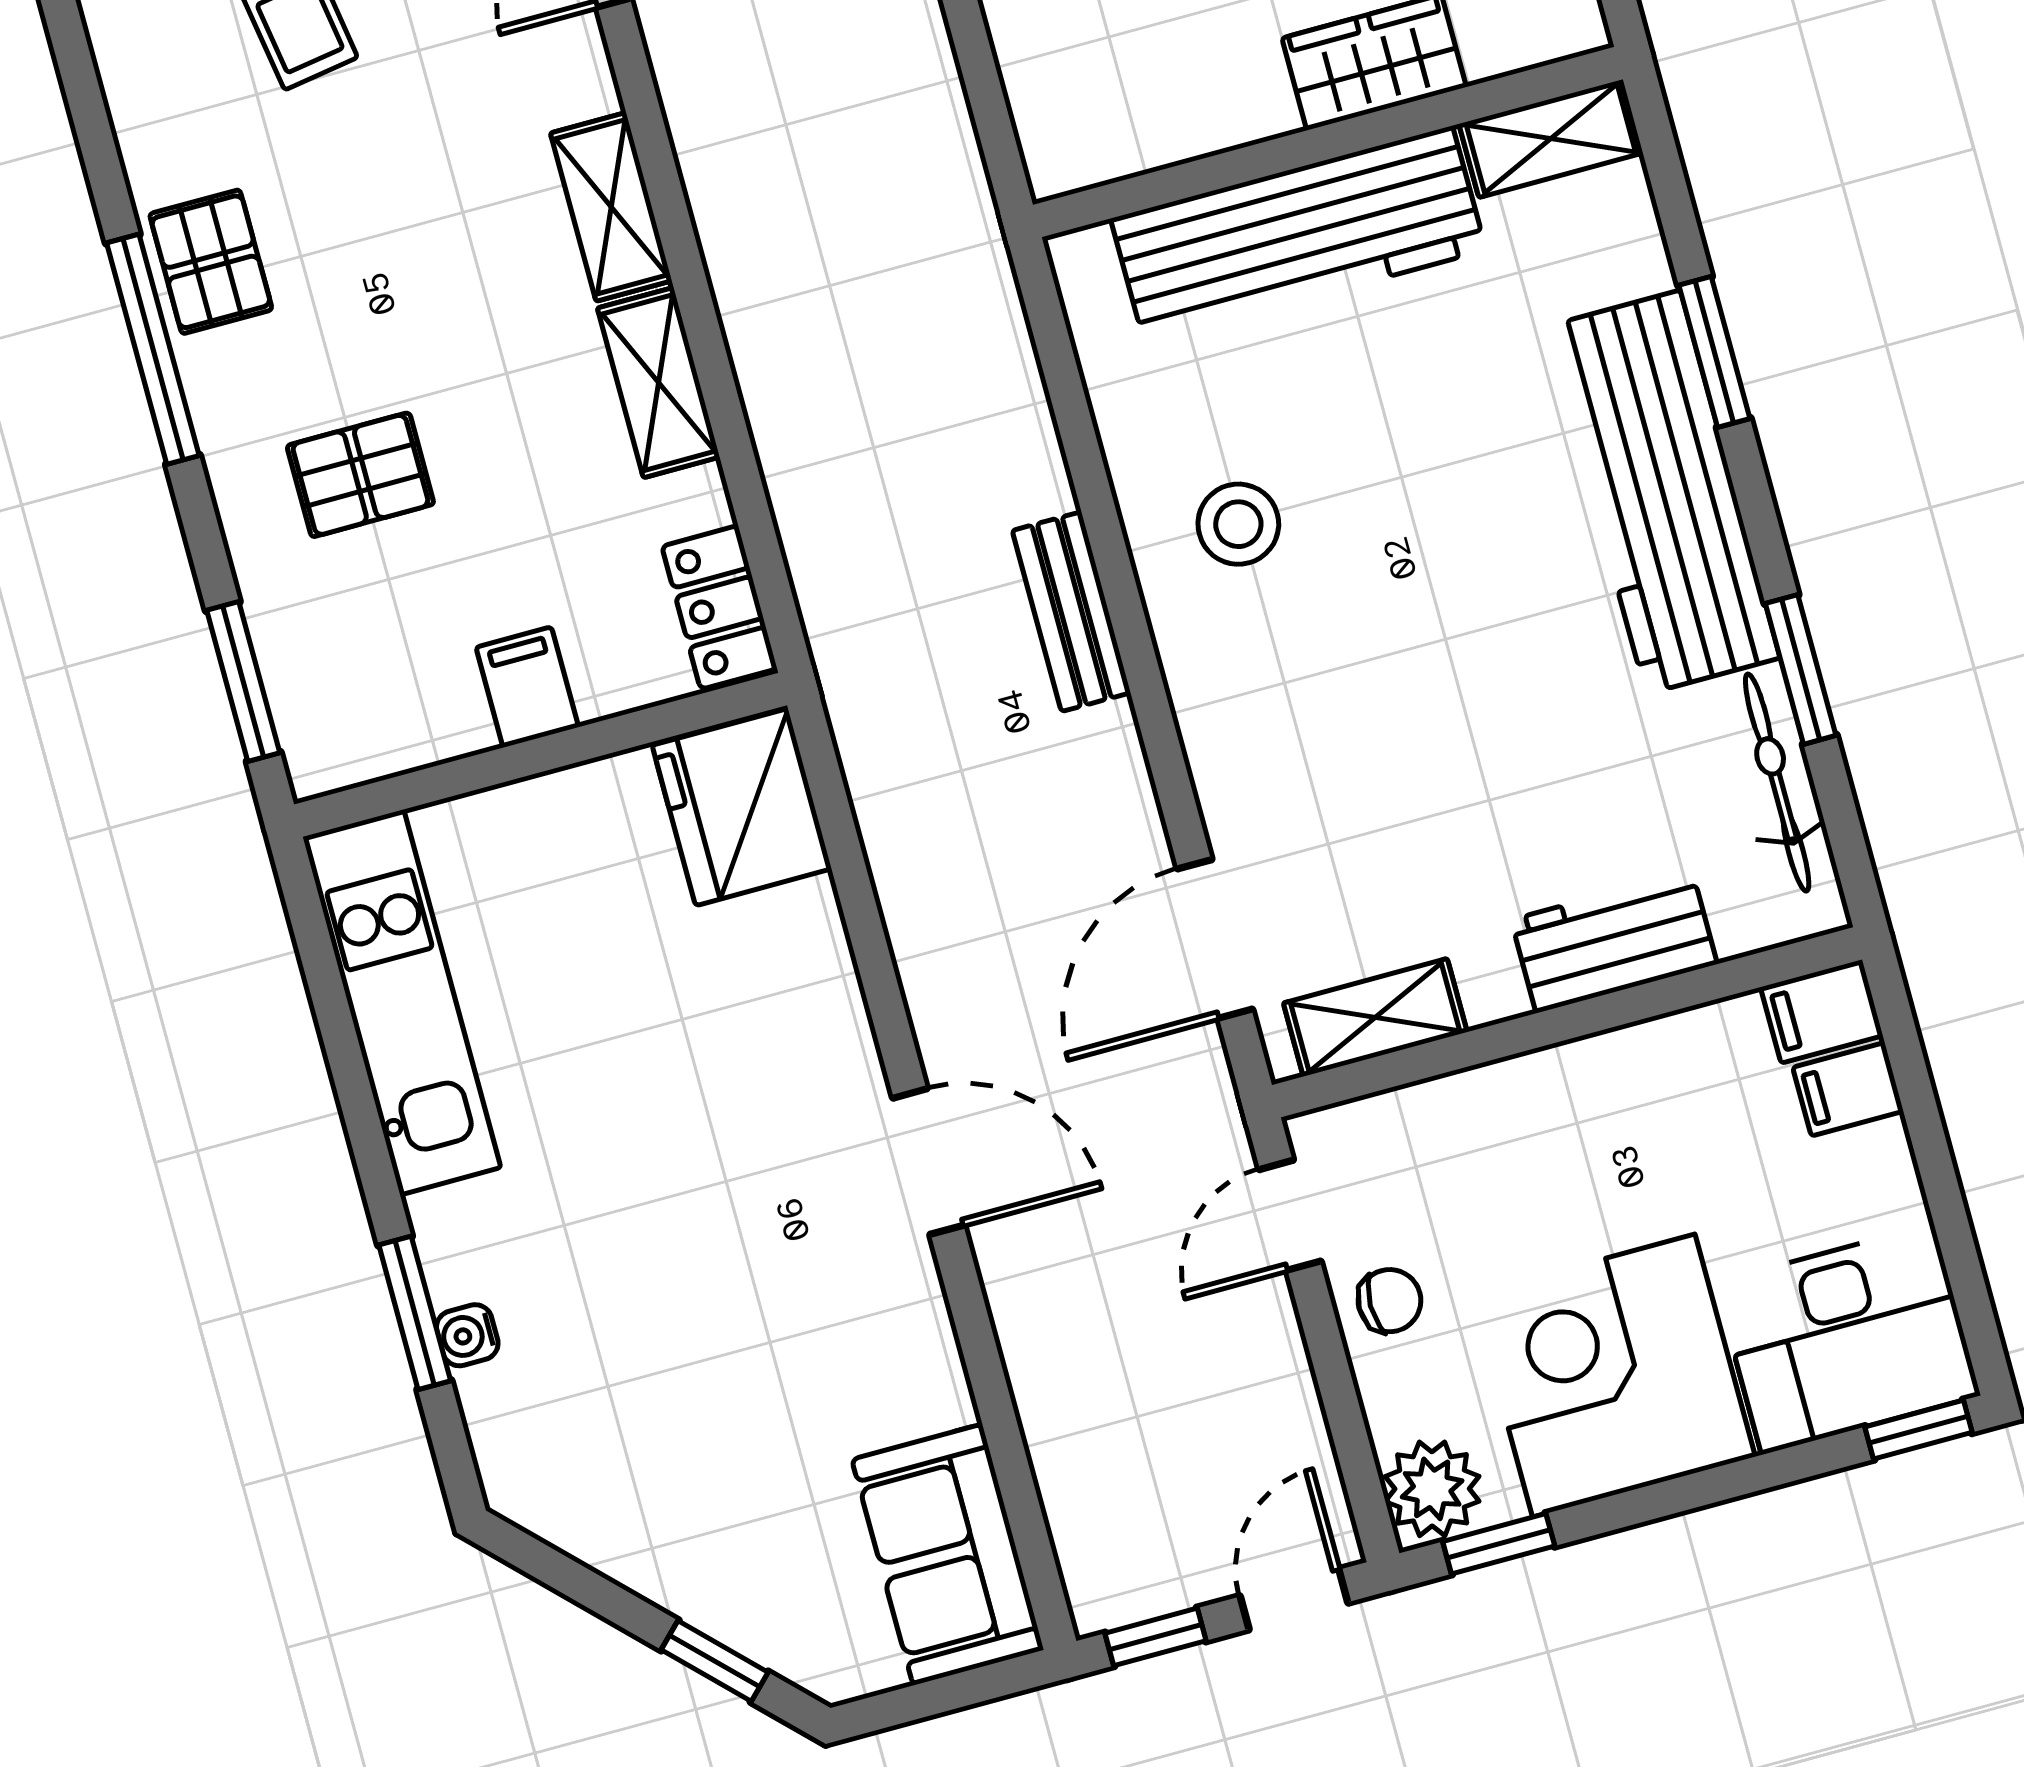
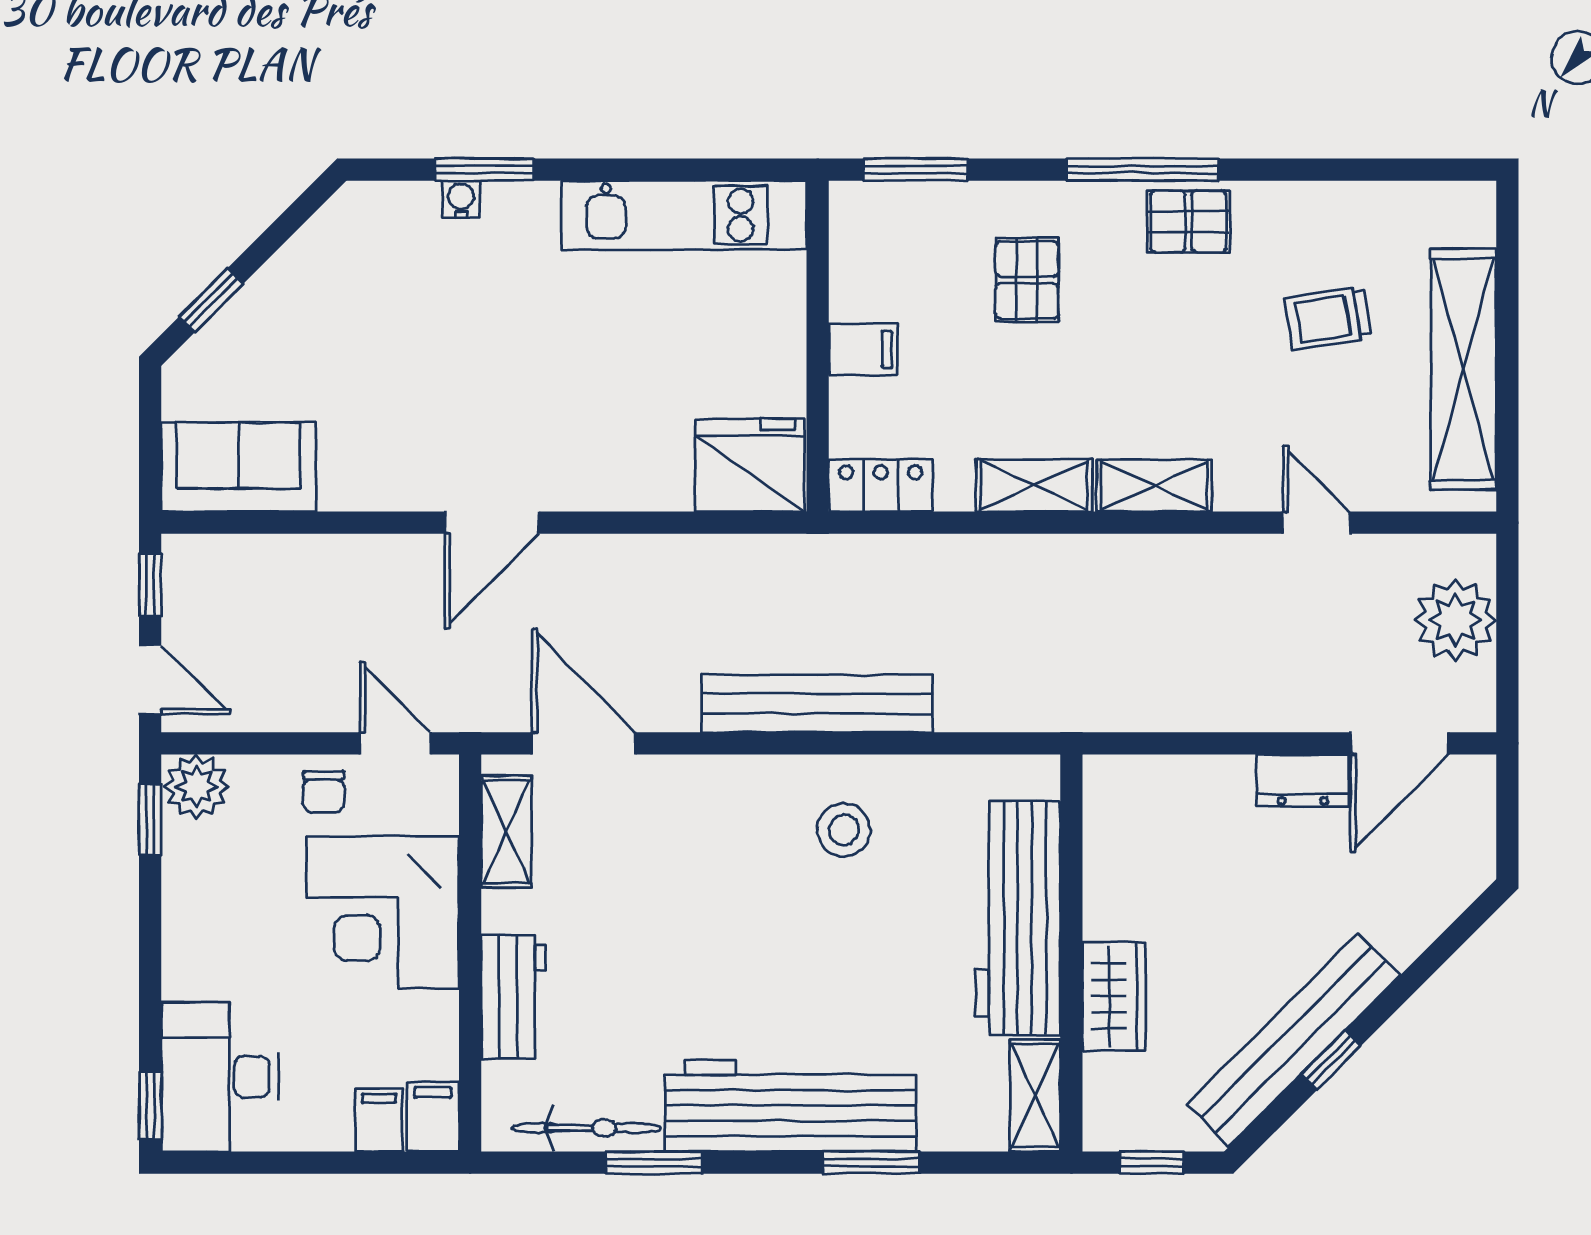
bench: (1071, 612) -> (817, 704), width x1.86, depth x1.21
corner desk: (1614, 1376) -> (383, 912), moved, turned 180

